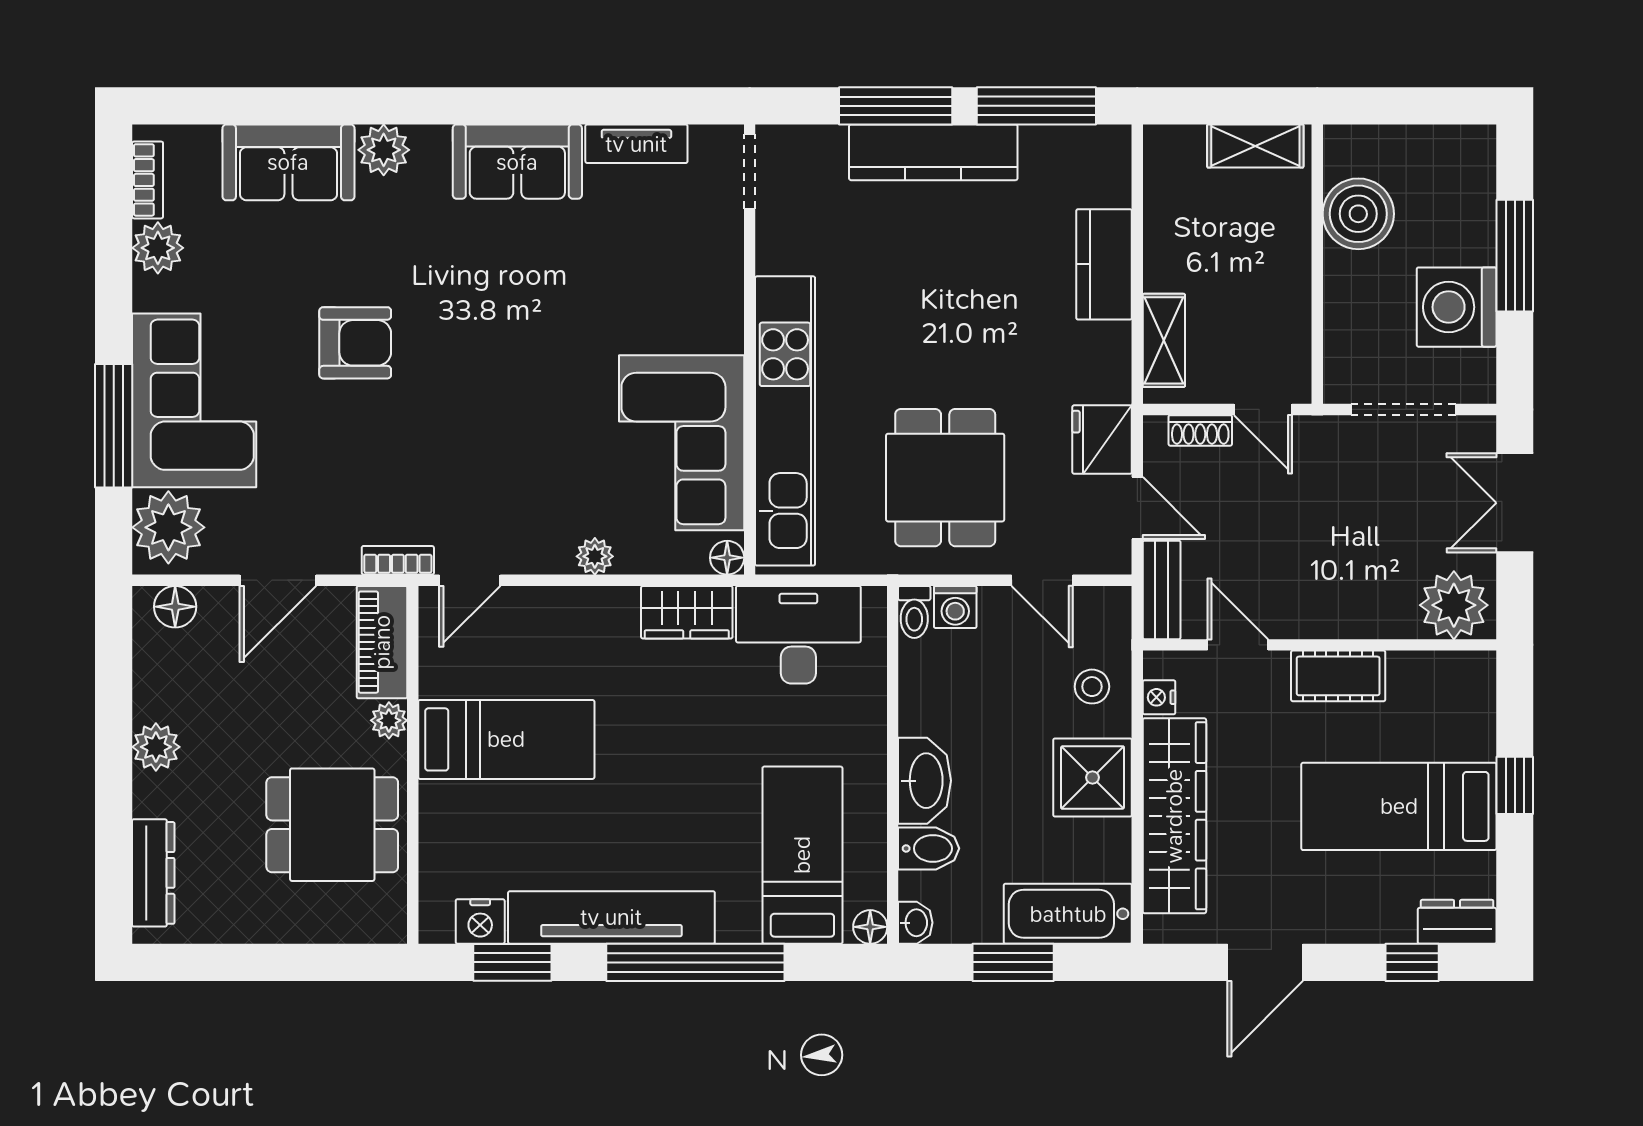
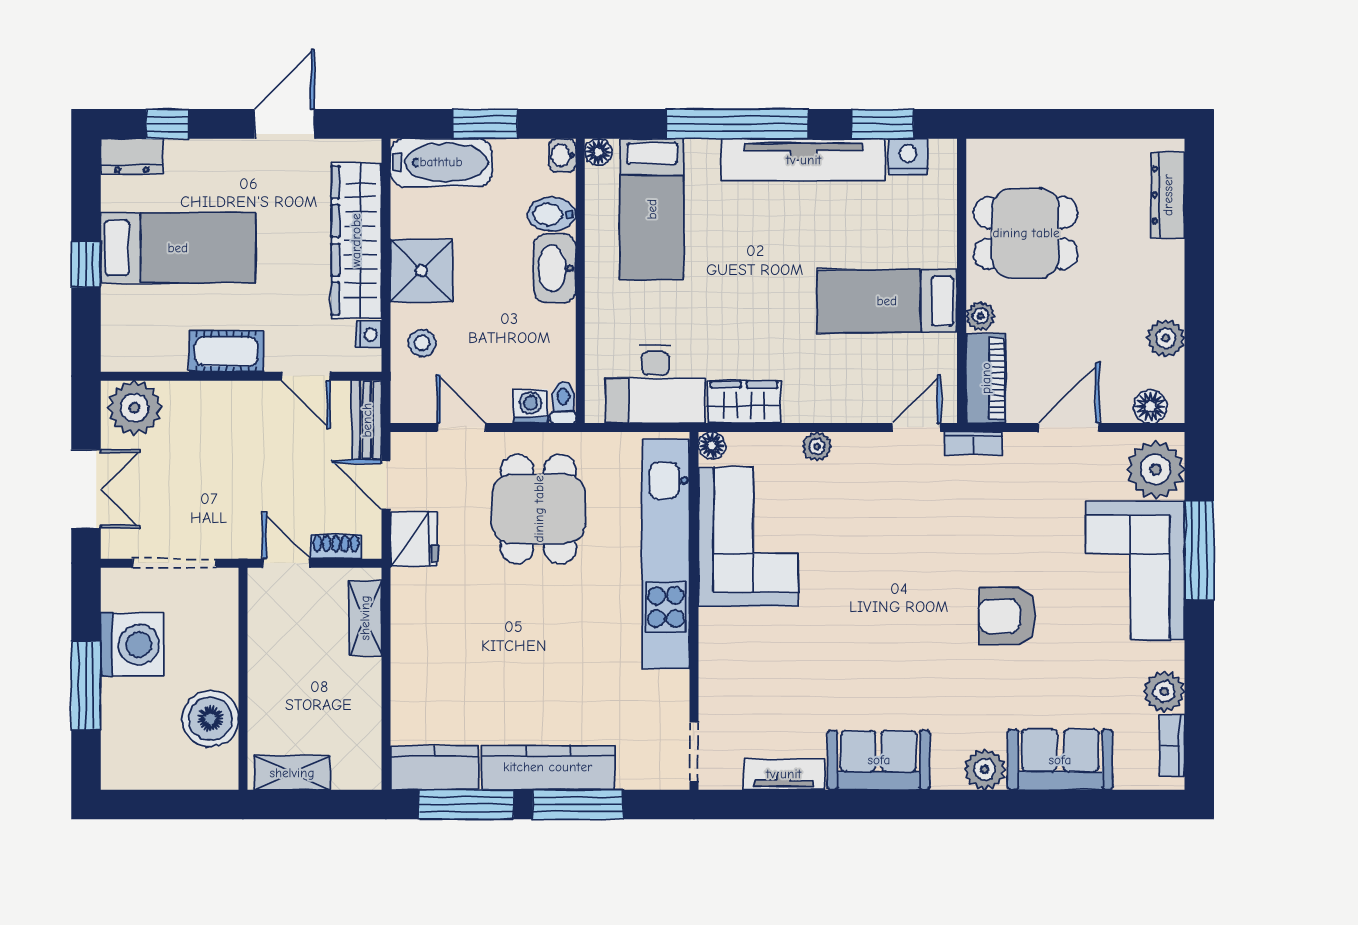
kitchen counter: (1104, 264) -> (434, 768), moved, turned -90
plant: (156, 747) -> (1166, 338), moved

